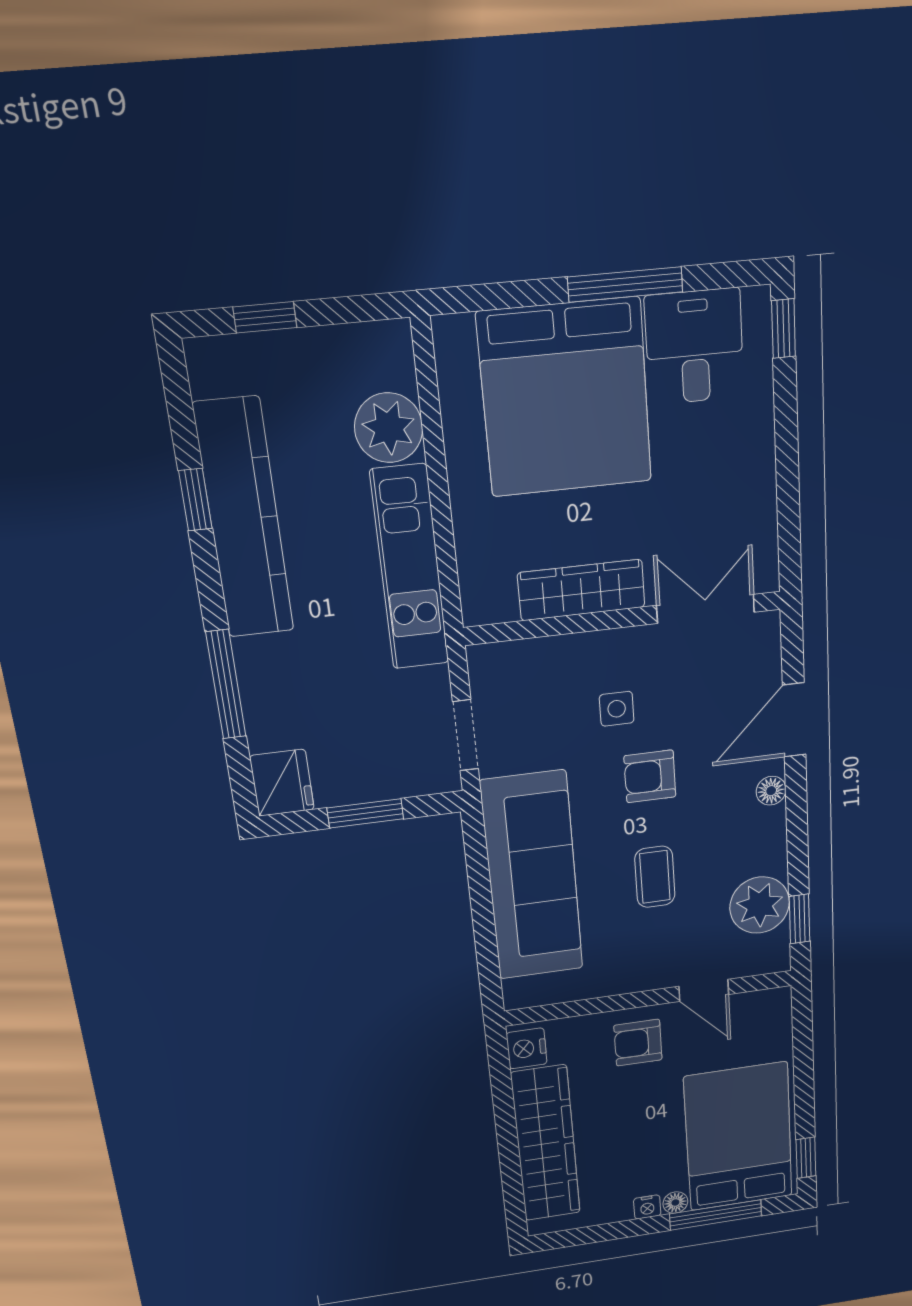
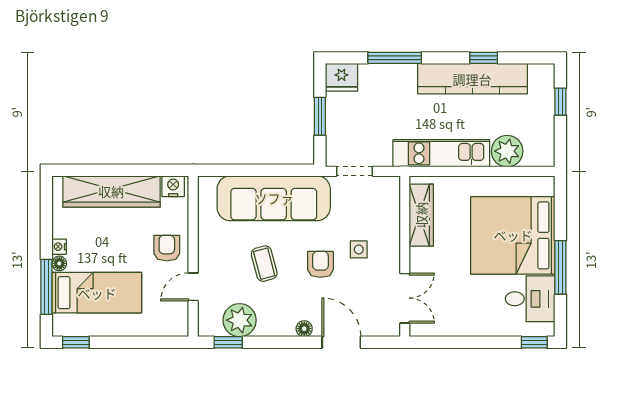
wardrobe: (581, 590) -> (421, 215), moved
coffee table: (655, 877) -> (264, 264), turned 75
bed: (739, 1137) -> (97, 293), width x0.67

